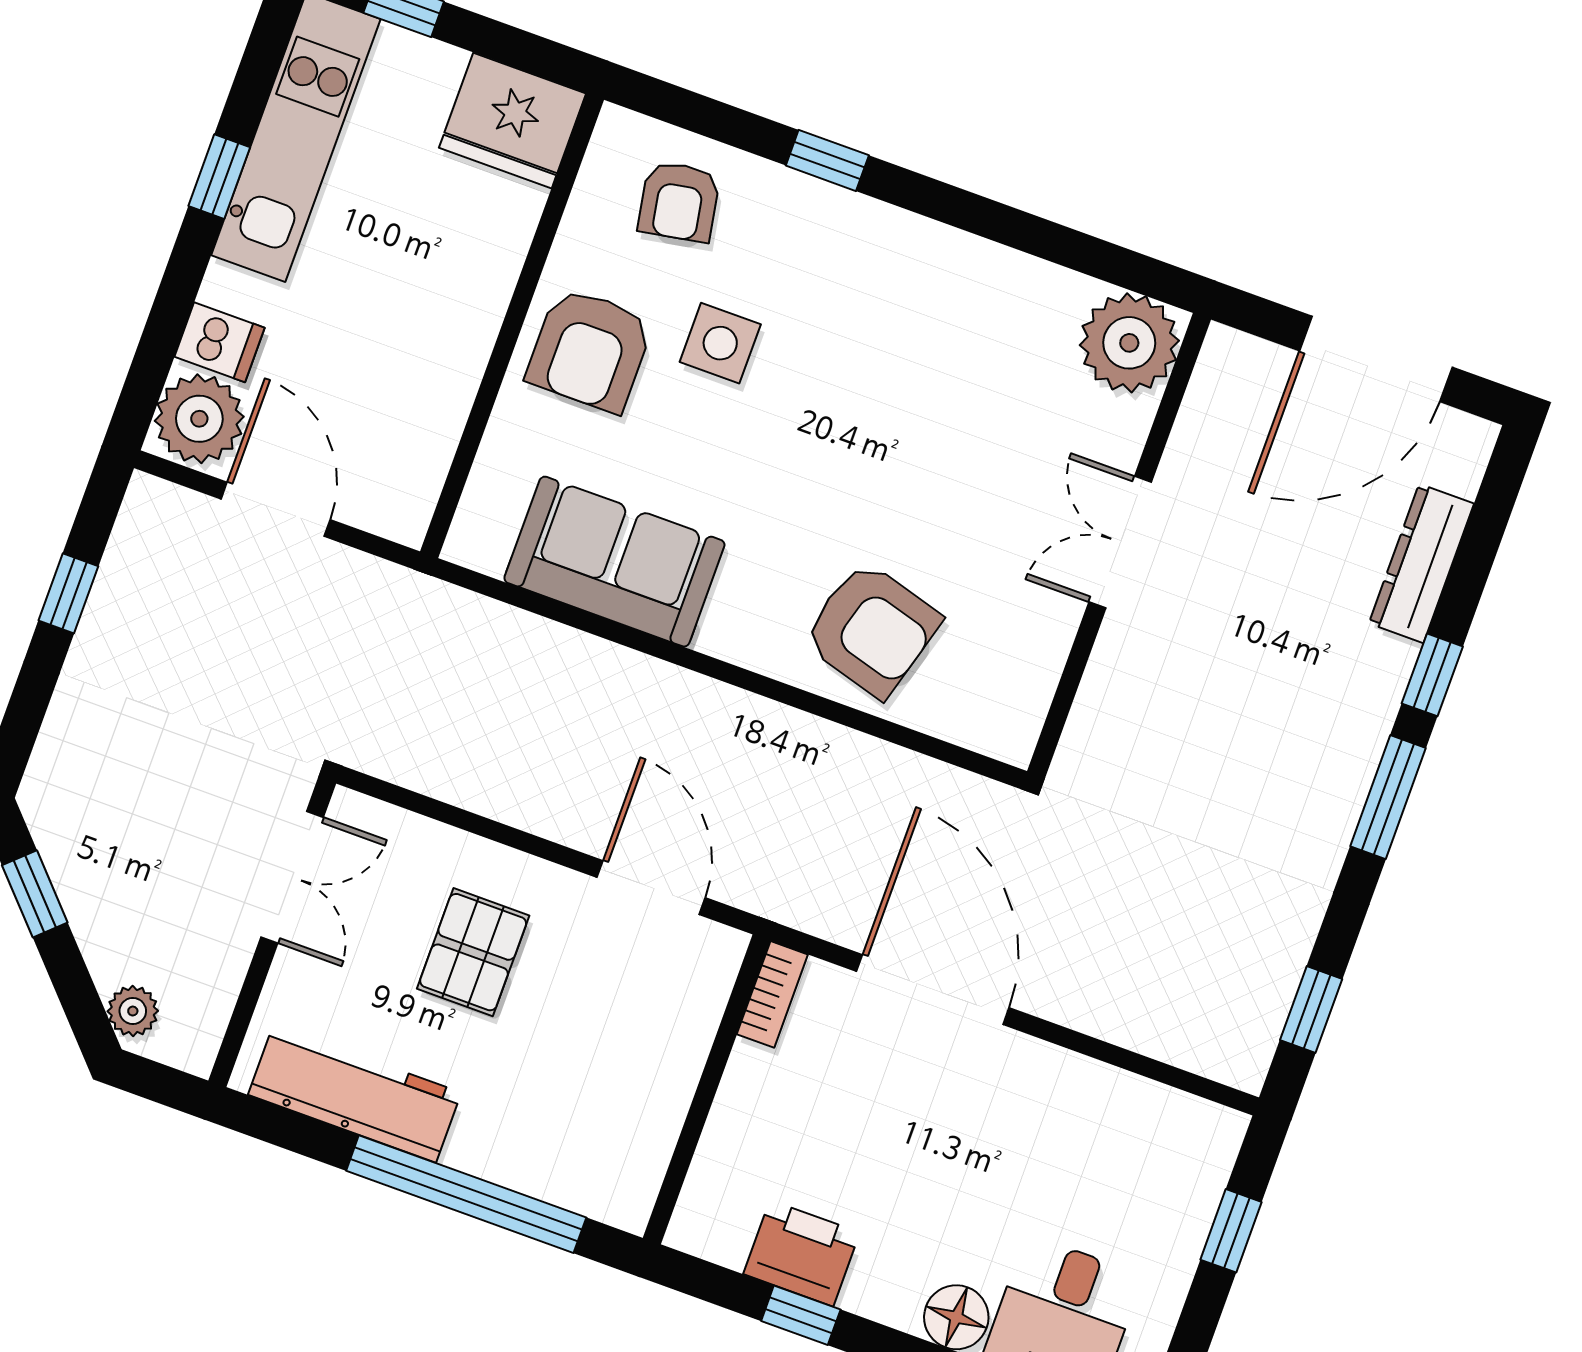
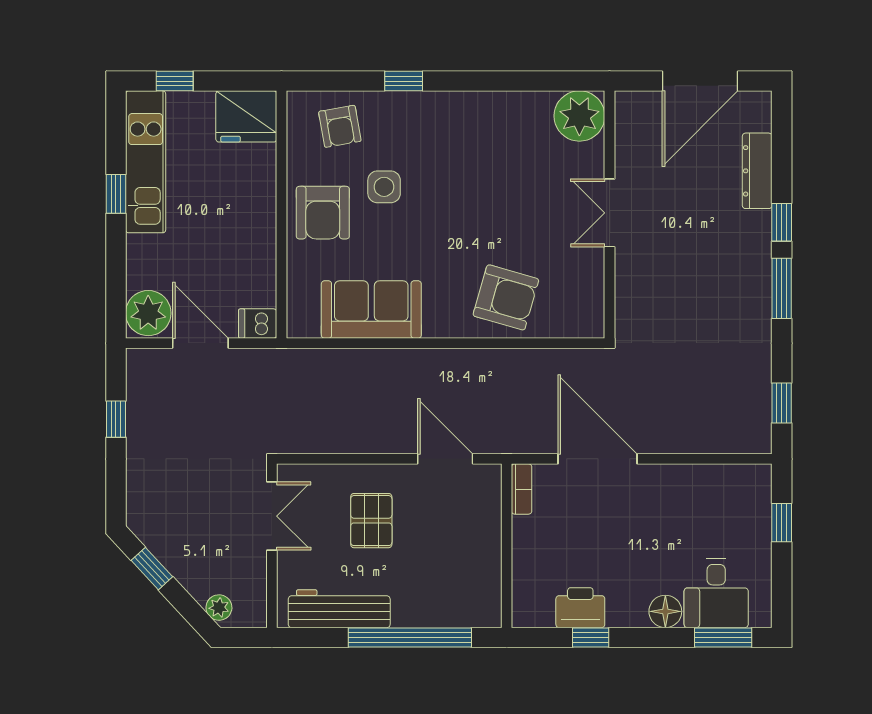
dishwasher: (219, 342) -> (258, 324), moved, turned 180

